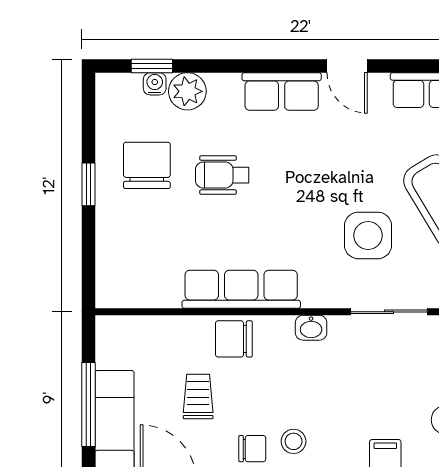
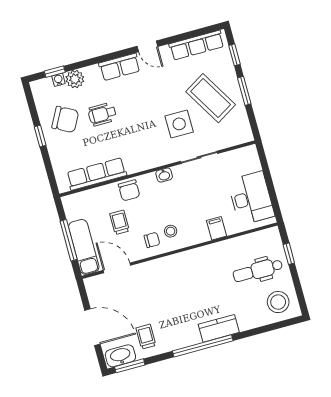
chair: (147, 165) -> (65, 119), turned 118
row of seats: (241, 289) -> (97, 174), moved
chair: (234, 339) -> (129, 190), turned -90

